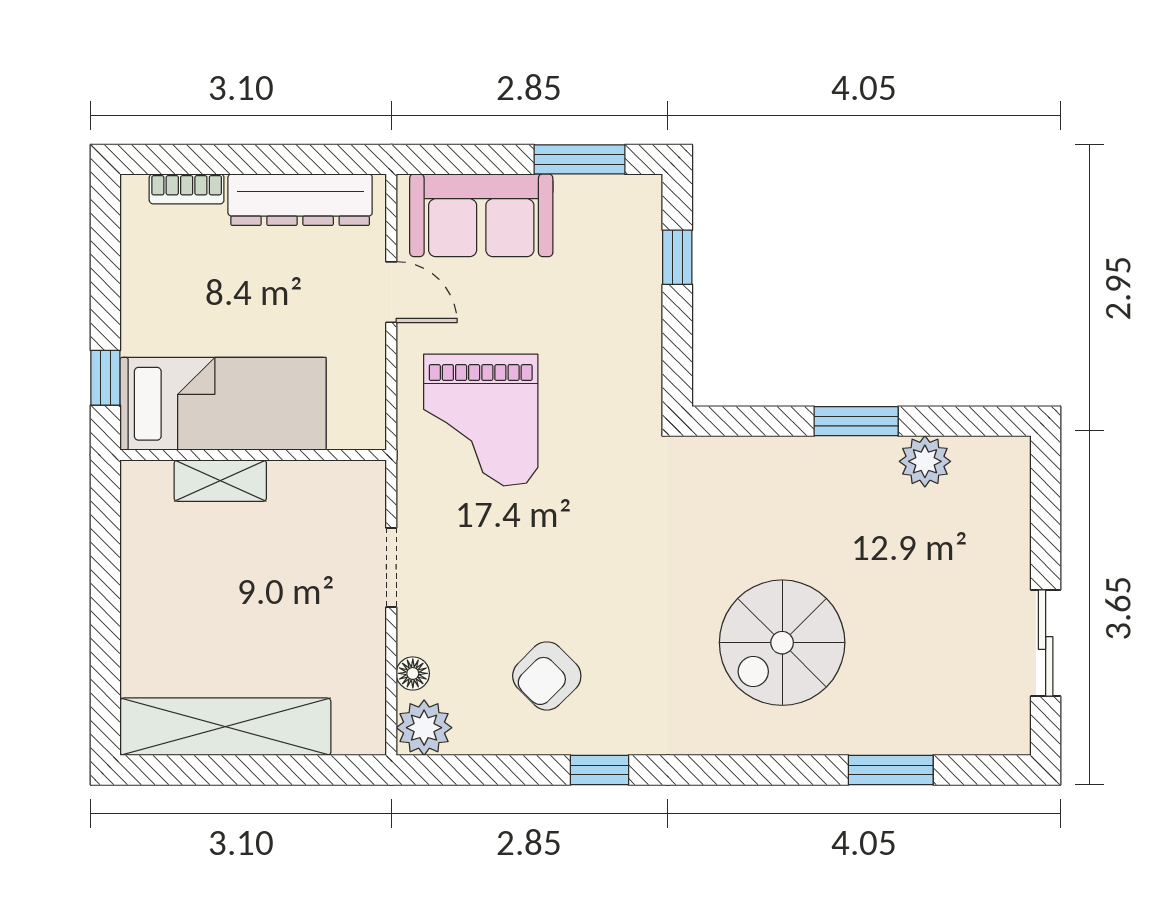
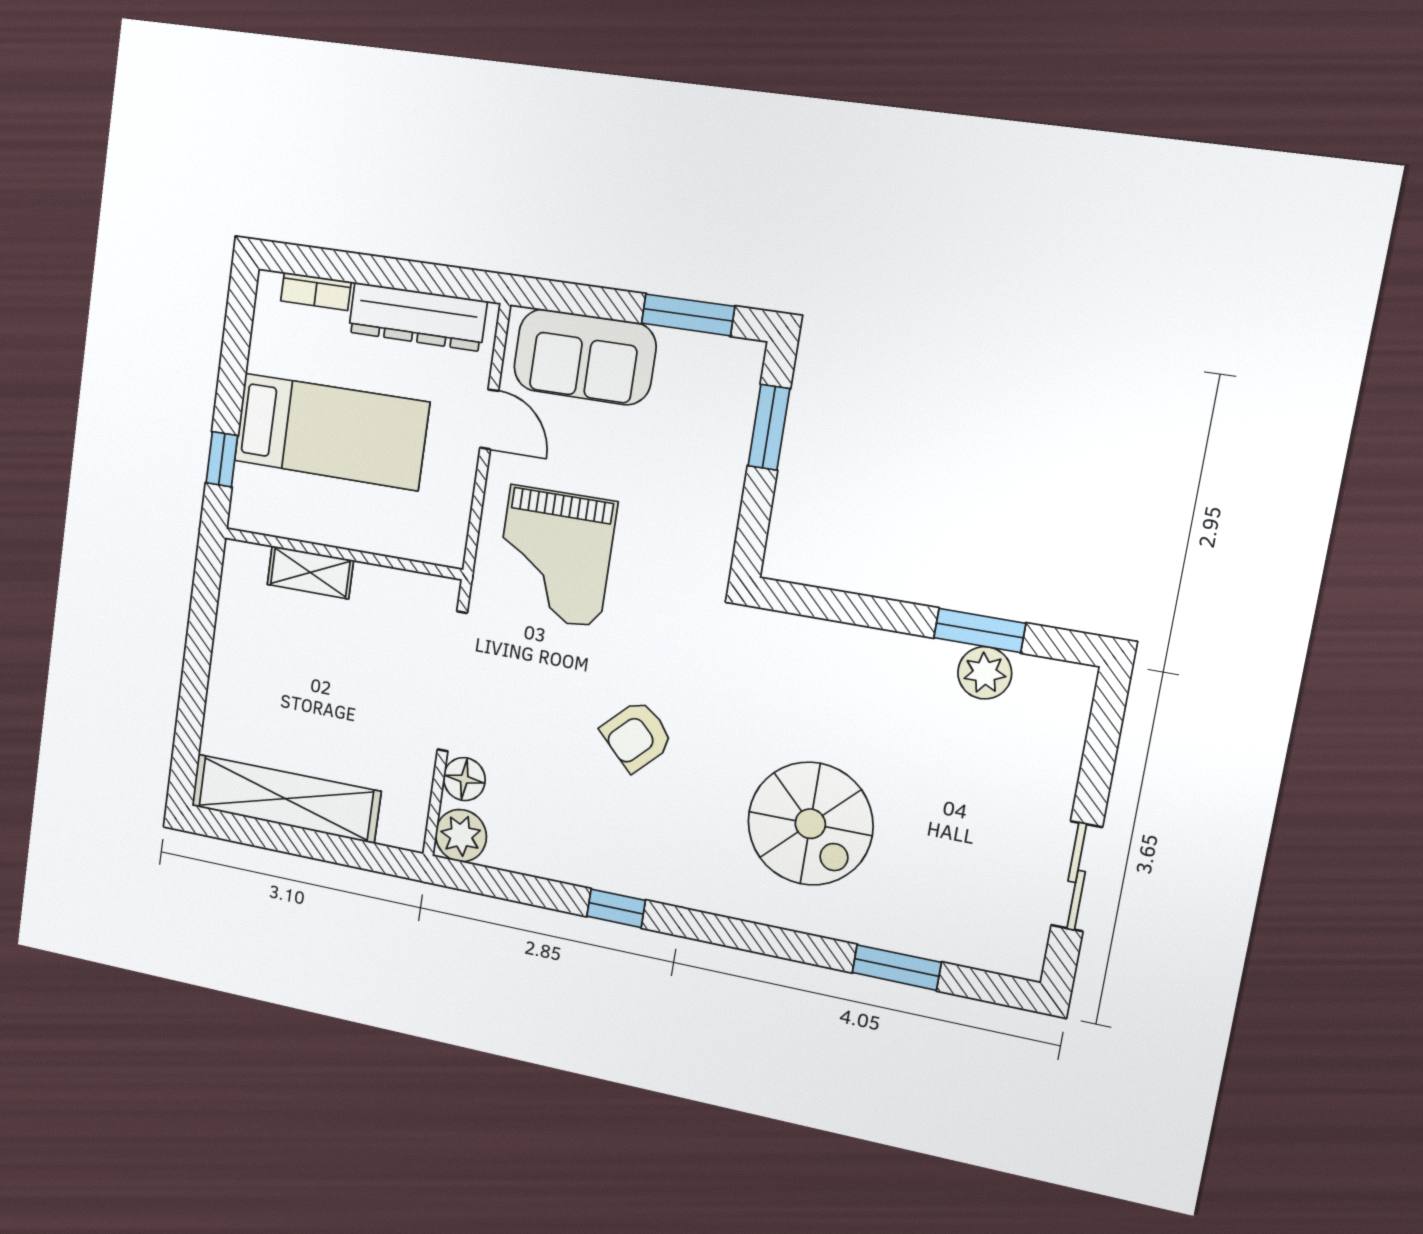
window: (677, 257) -> (769, 427), width x1.50
bed: (223, 404) -> (331, 432), moved
window: (856, 421) -> (980, 630), moved
doorway: (391, 568) -> (452, 682), width x1.88
spiral stairs: (782, 643) -> (810, 824), turned -90
floor lamp: (413, 673) -> (464, 779), width x1.37, depth x1.37
armchair: (547, 676) -> (637, 736), moved

